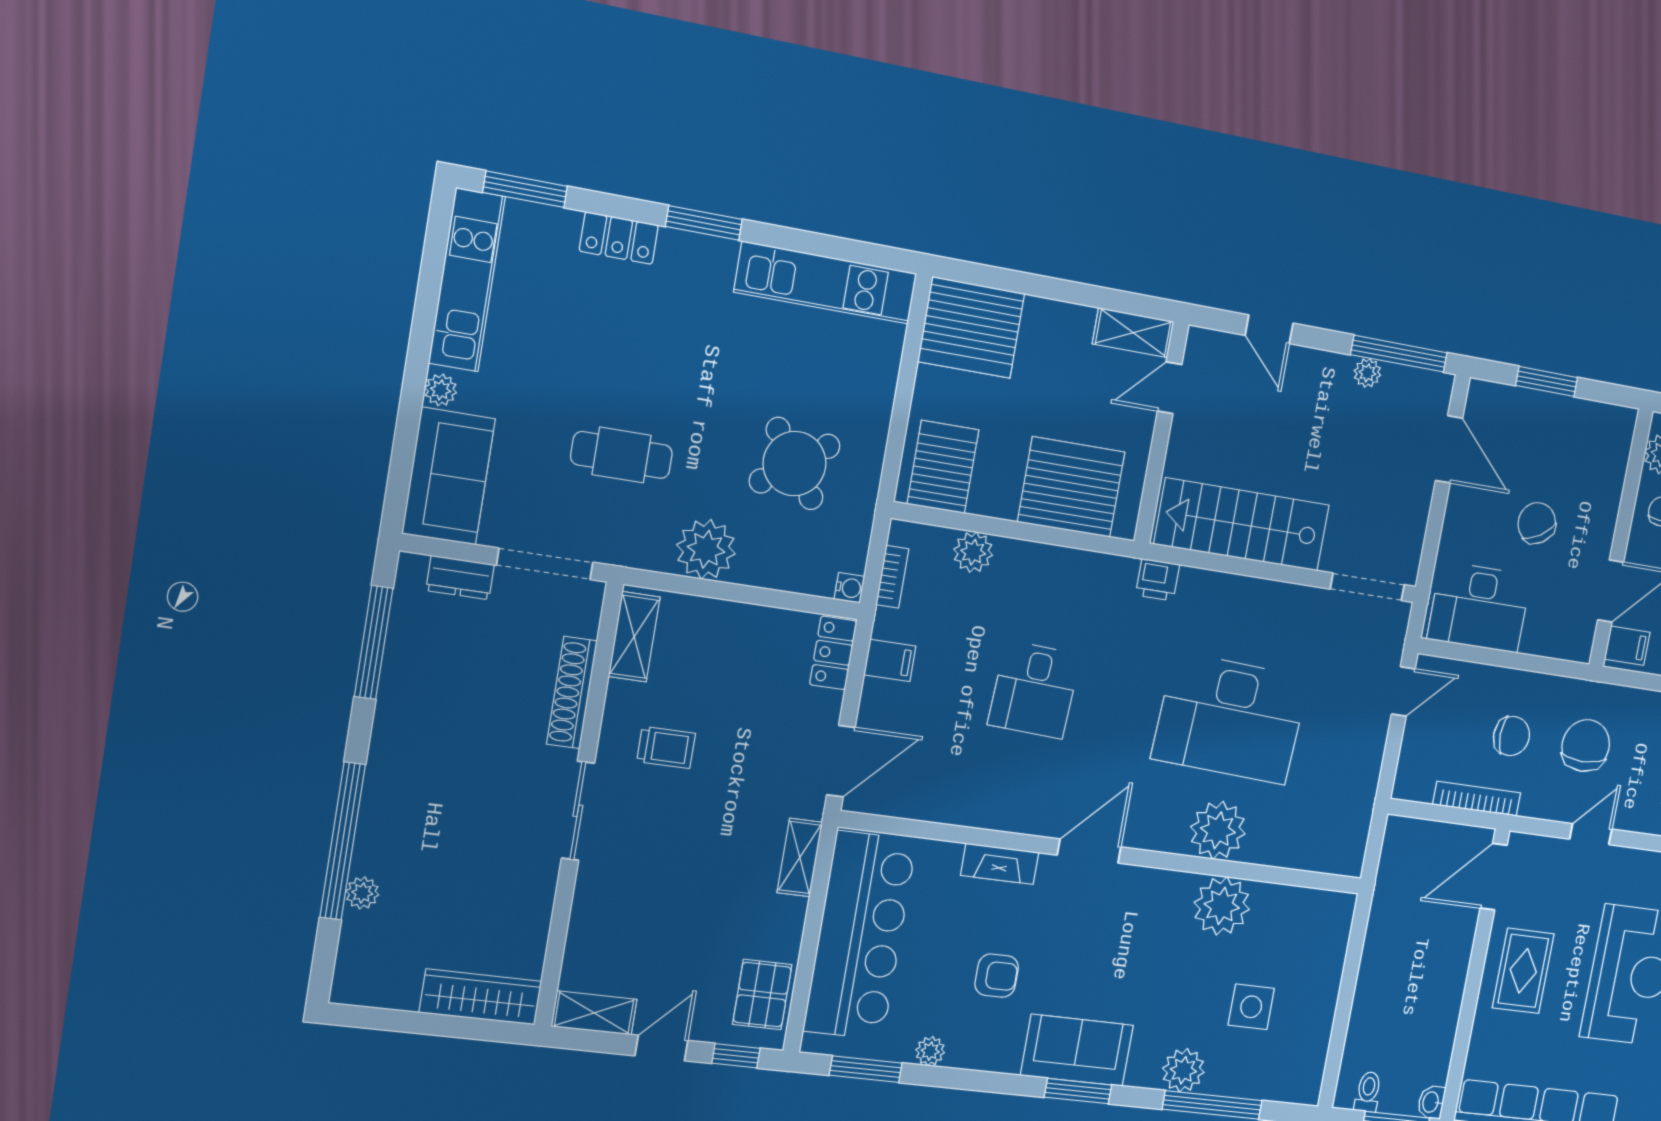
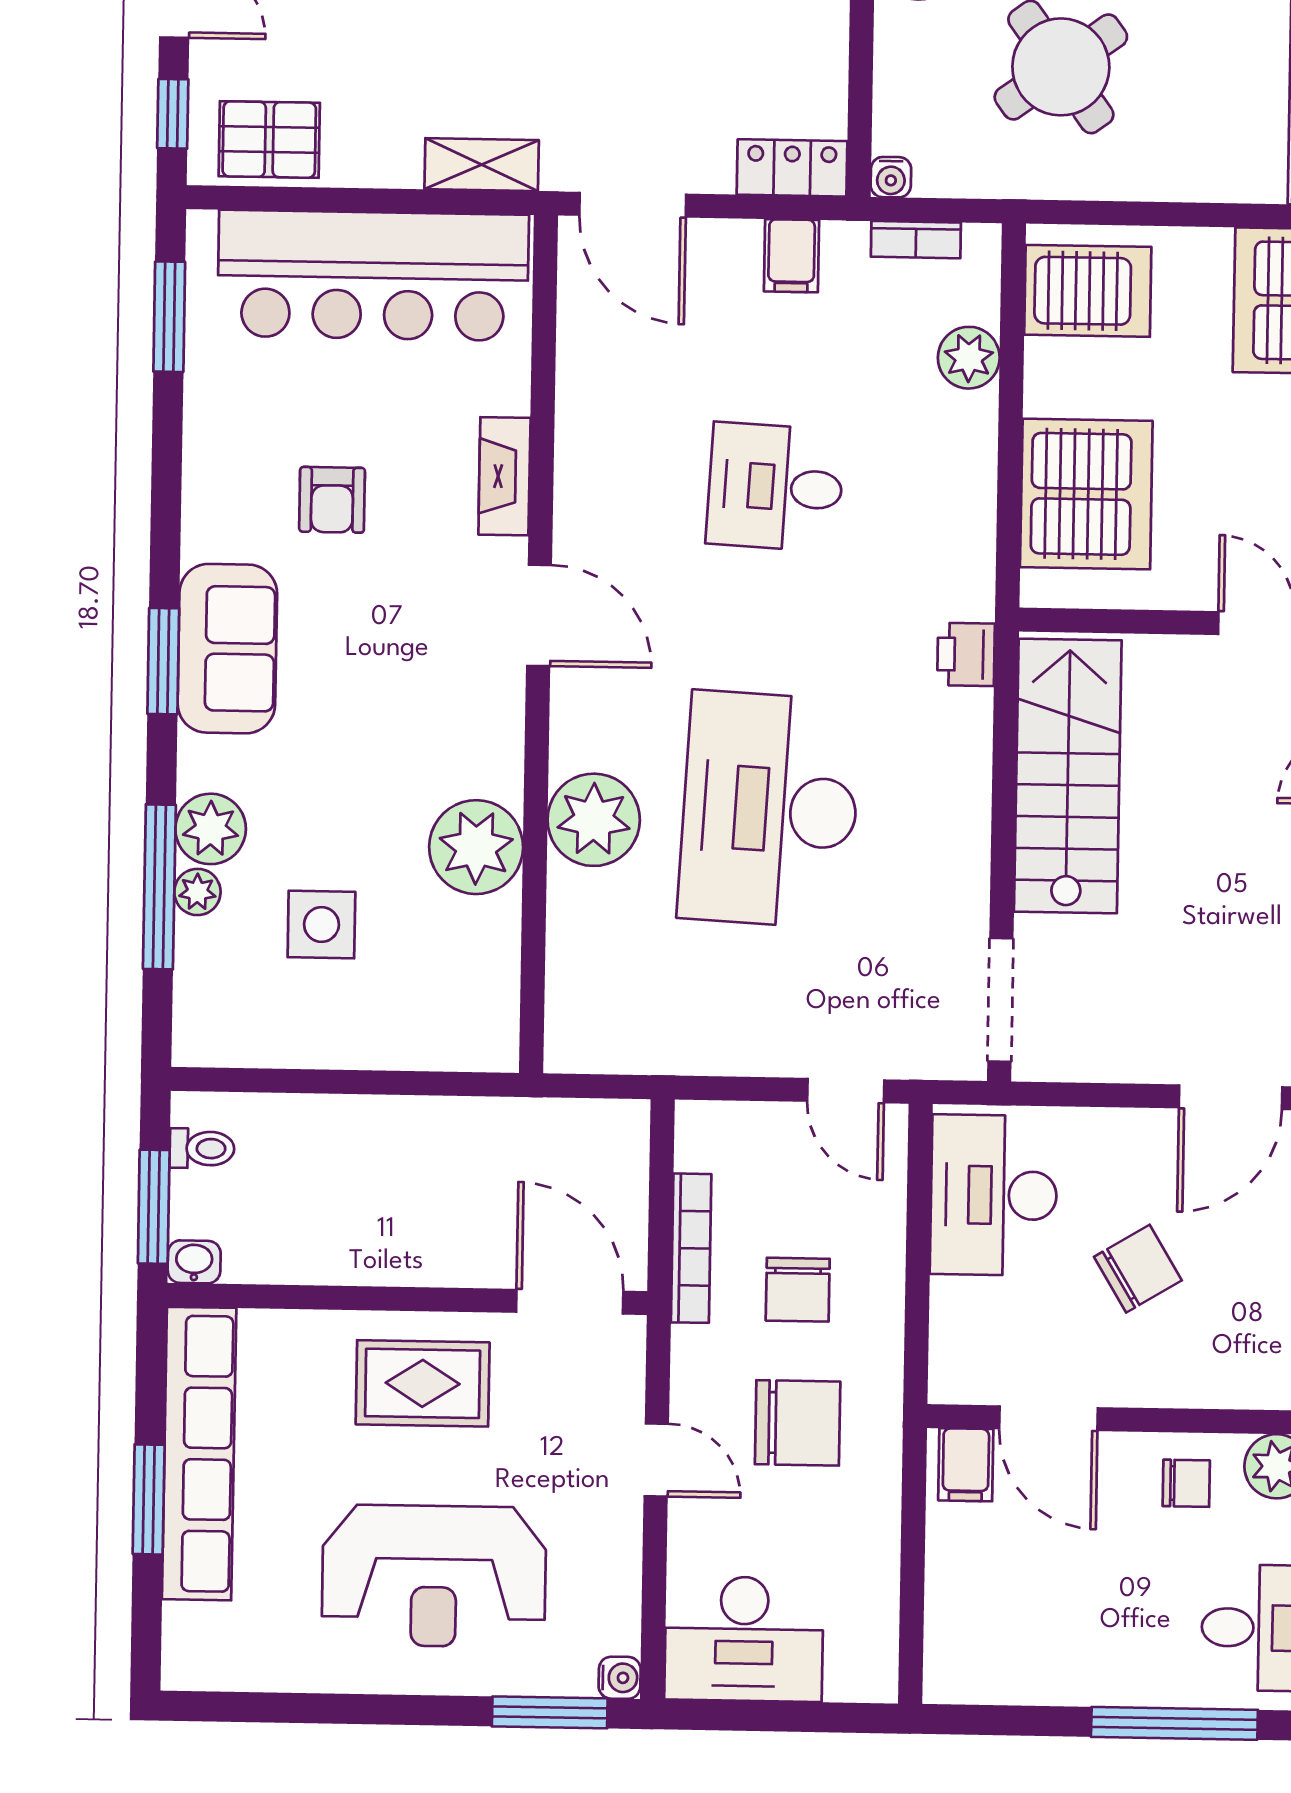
plant: (930, 1051) -> (197, 892), moved

